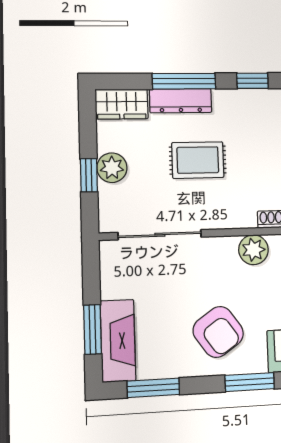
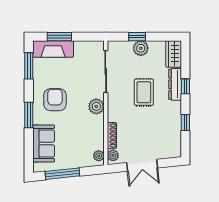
window: (184, 81) -> (185, 86), width x0.46
plant: (253, 250) -> (96, 106), moved
armchair: (218, 332) -> (55, 100), turned 125

